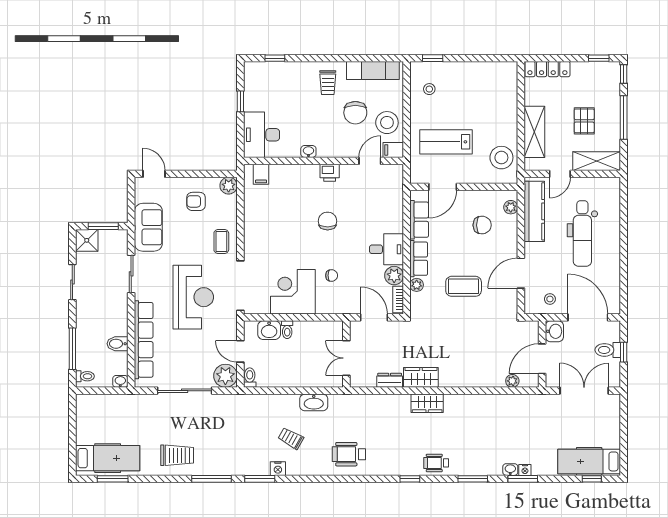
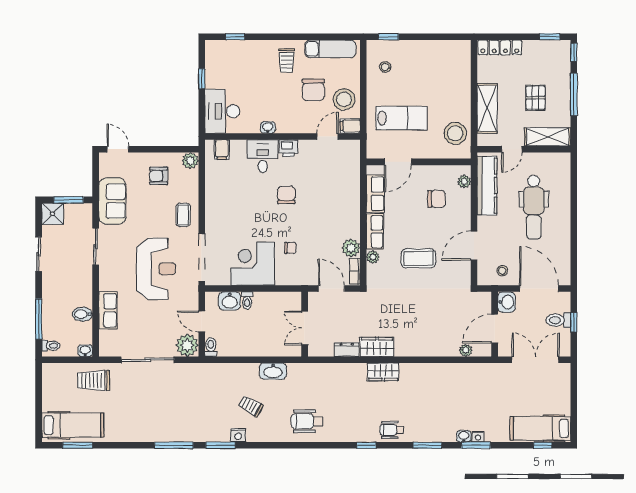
lab bench: (446, 142) -> (401, 118), turned 180
desk: (387, 249) -> (263, 156), moved, turned -90
row of seats: (144, 340) -> (108, 310), width x0.50
trolley: (177, 455) -> (94, 380), moved, turned 180

